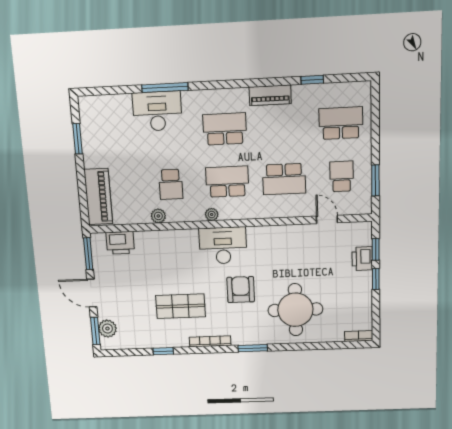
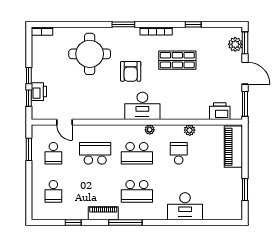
window: (165, 88) -> (125, 222), moved
school desk: (341, 123) -> (53, 191), width x0.54

